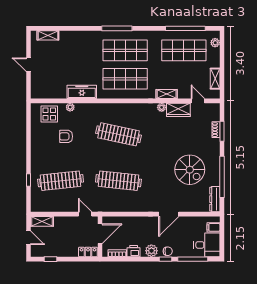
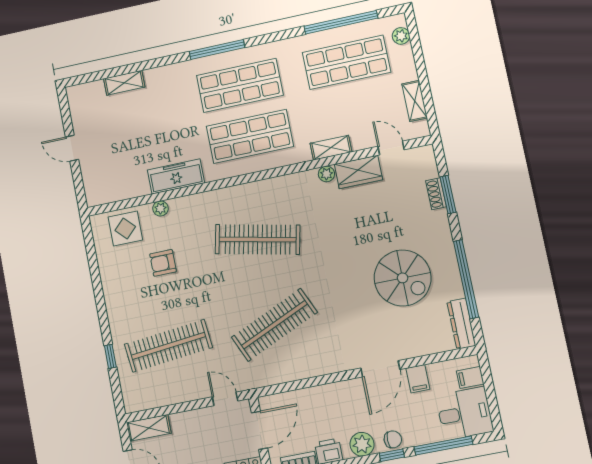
shelving: (48, 35) -> (124, 83), moved
clothes rail: (118, 181) -> (274, 325), turned -30
filing cabinet: (187, 223) -> (418, 379), added

